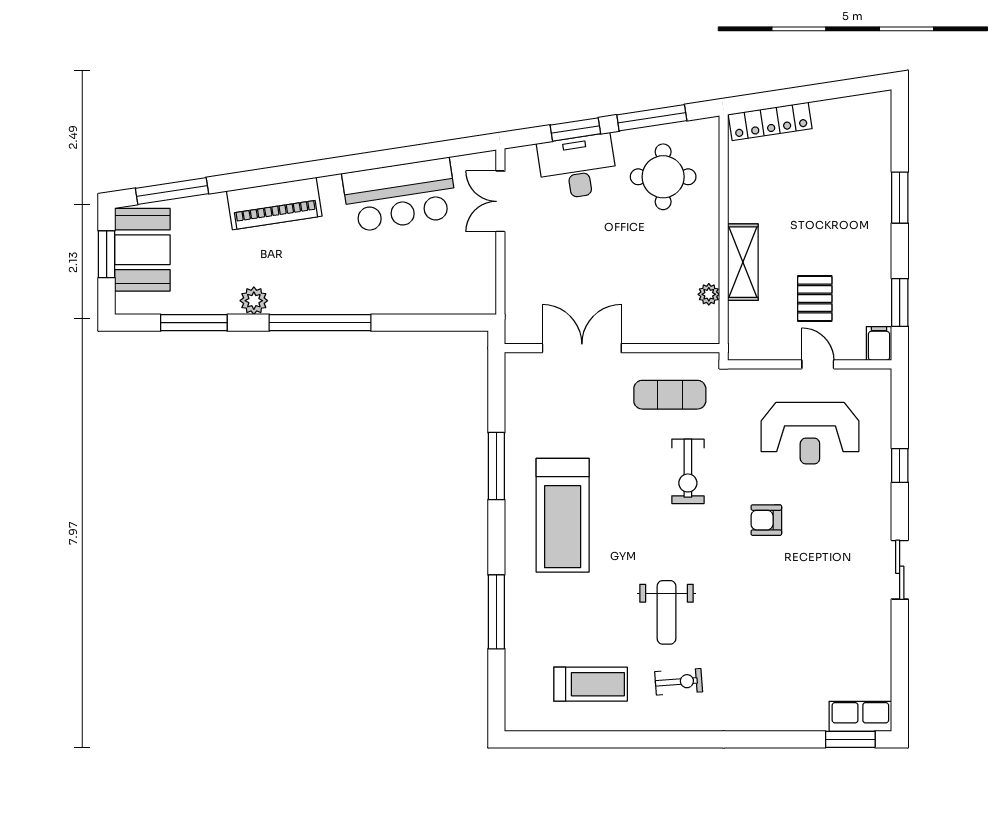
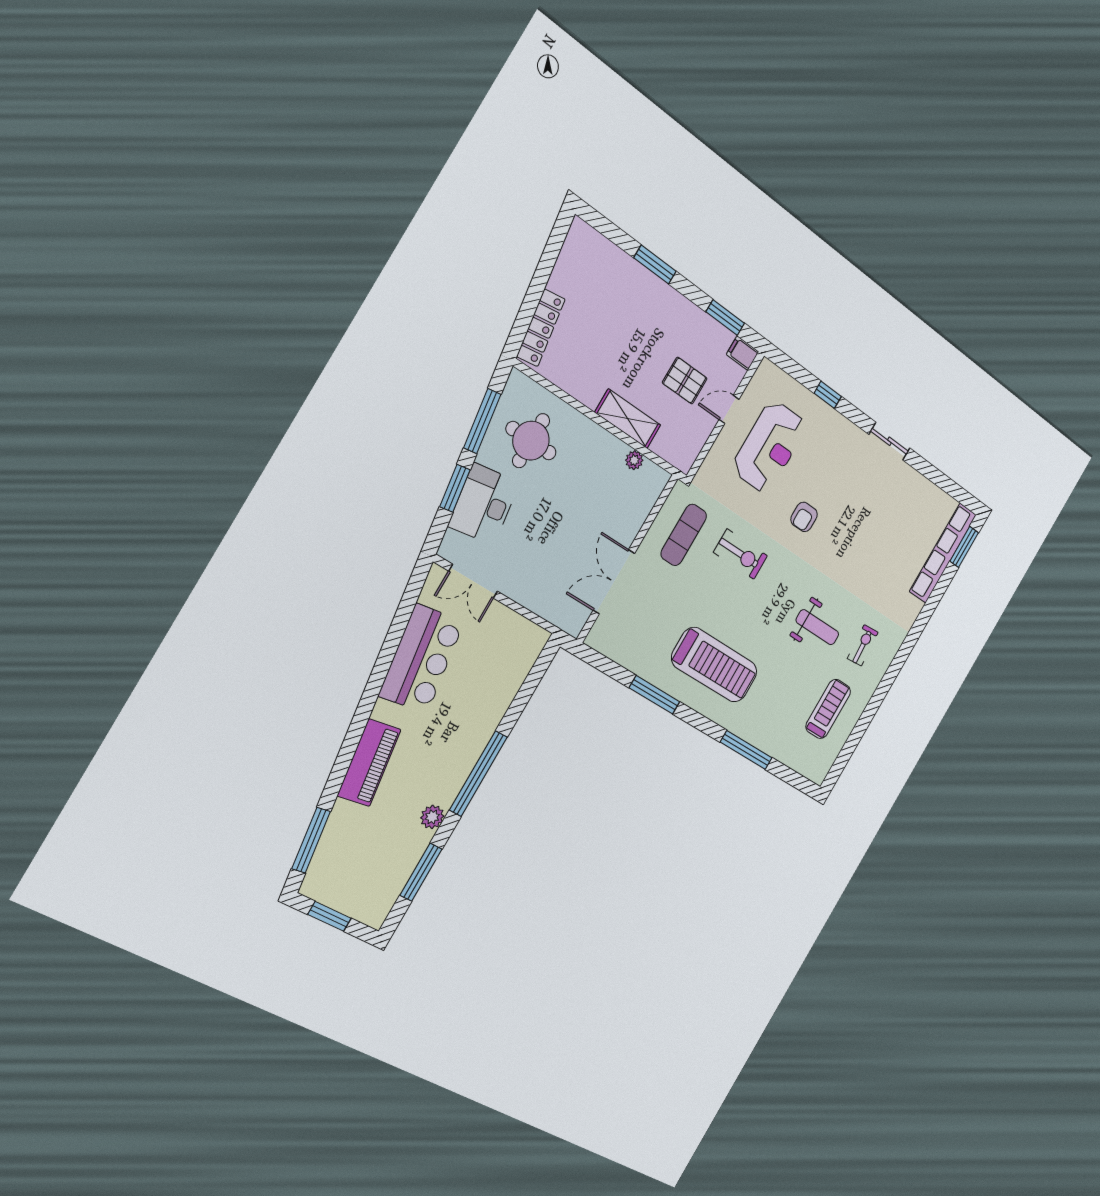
booth: (142, 250) -> (343, 886), removed
row of seats: (860, 716) -> (943, 553), width x2.02

